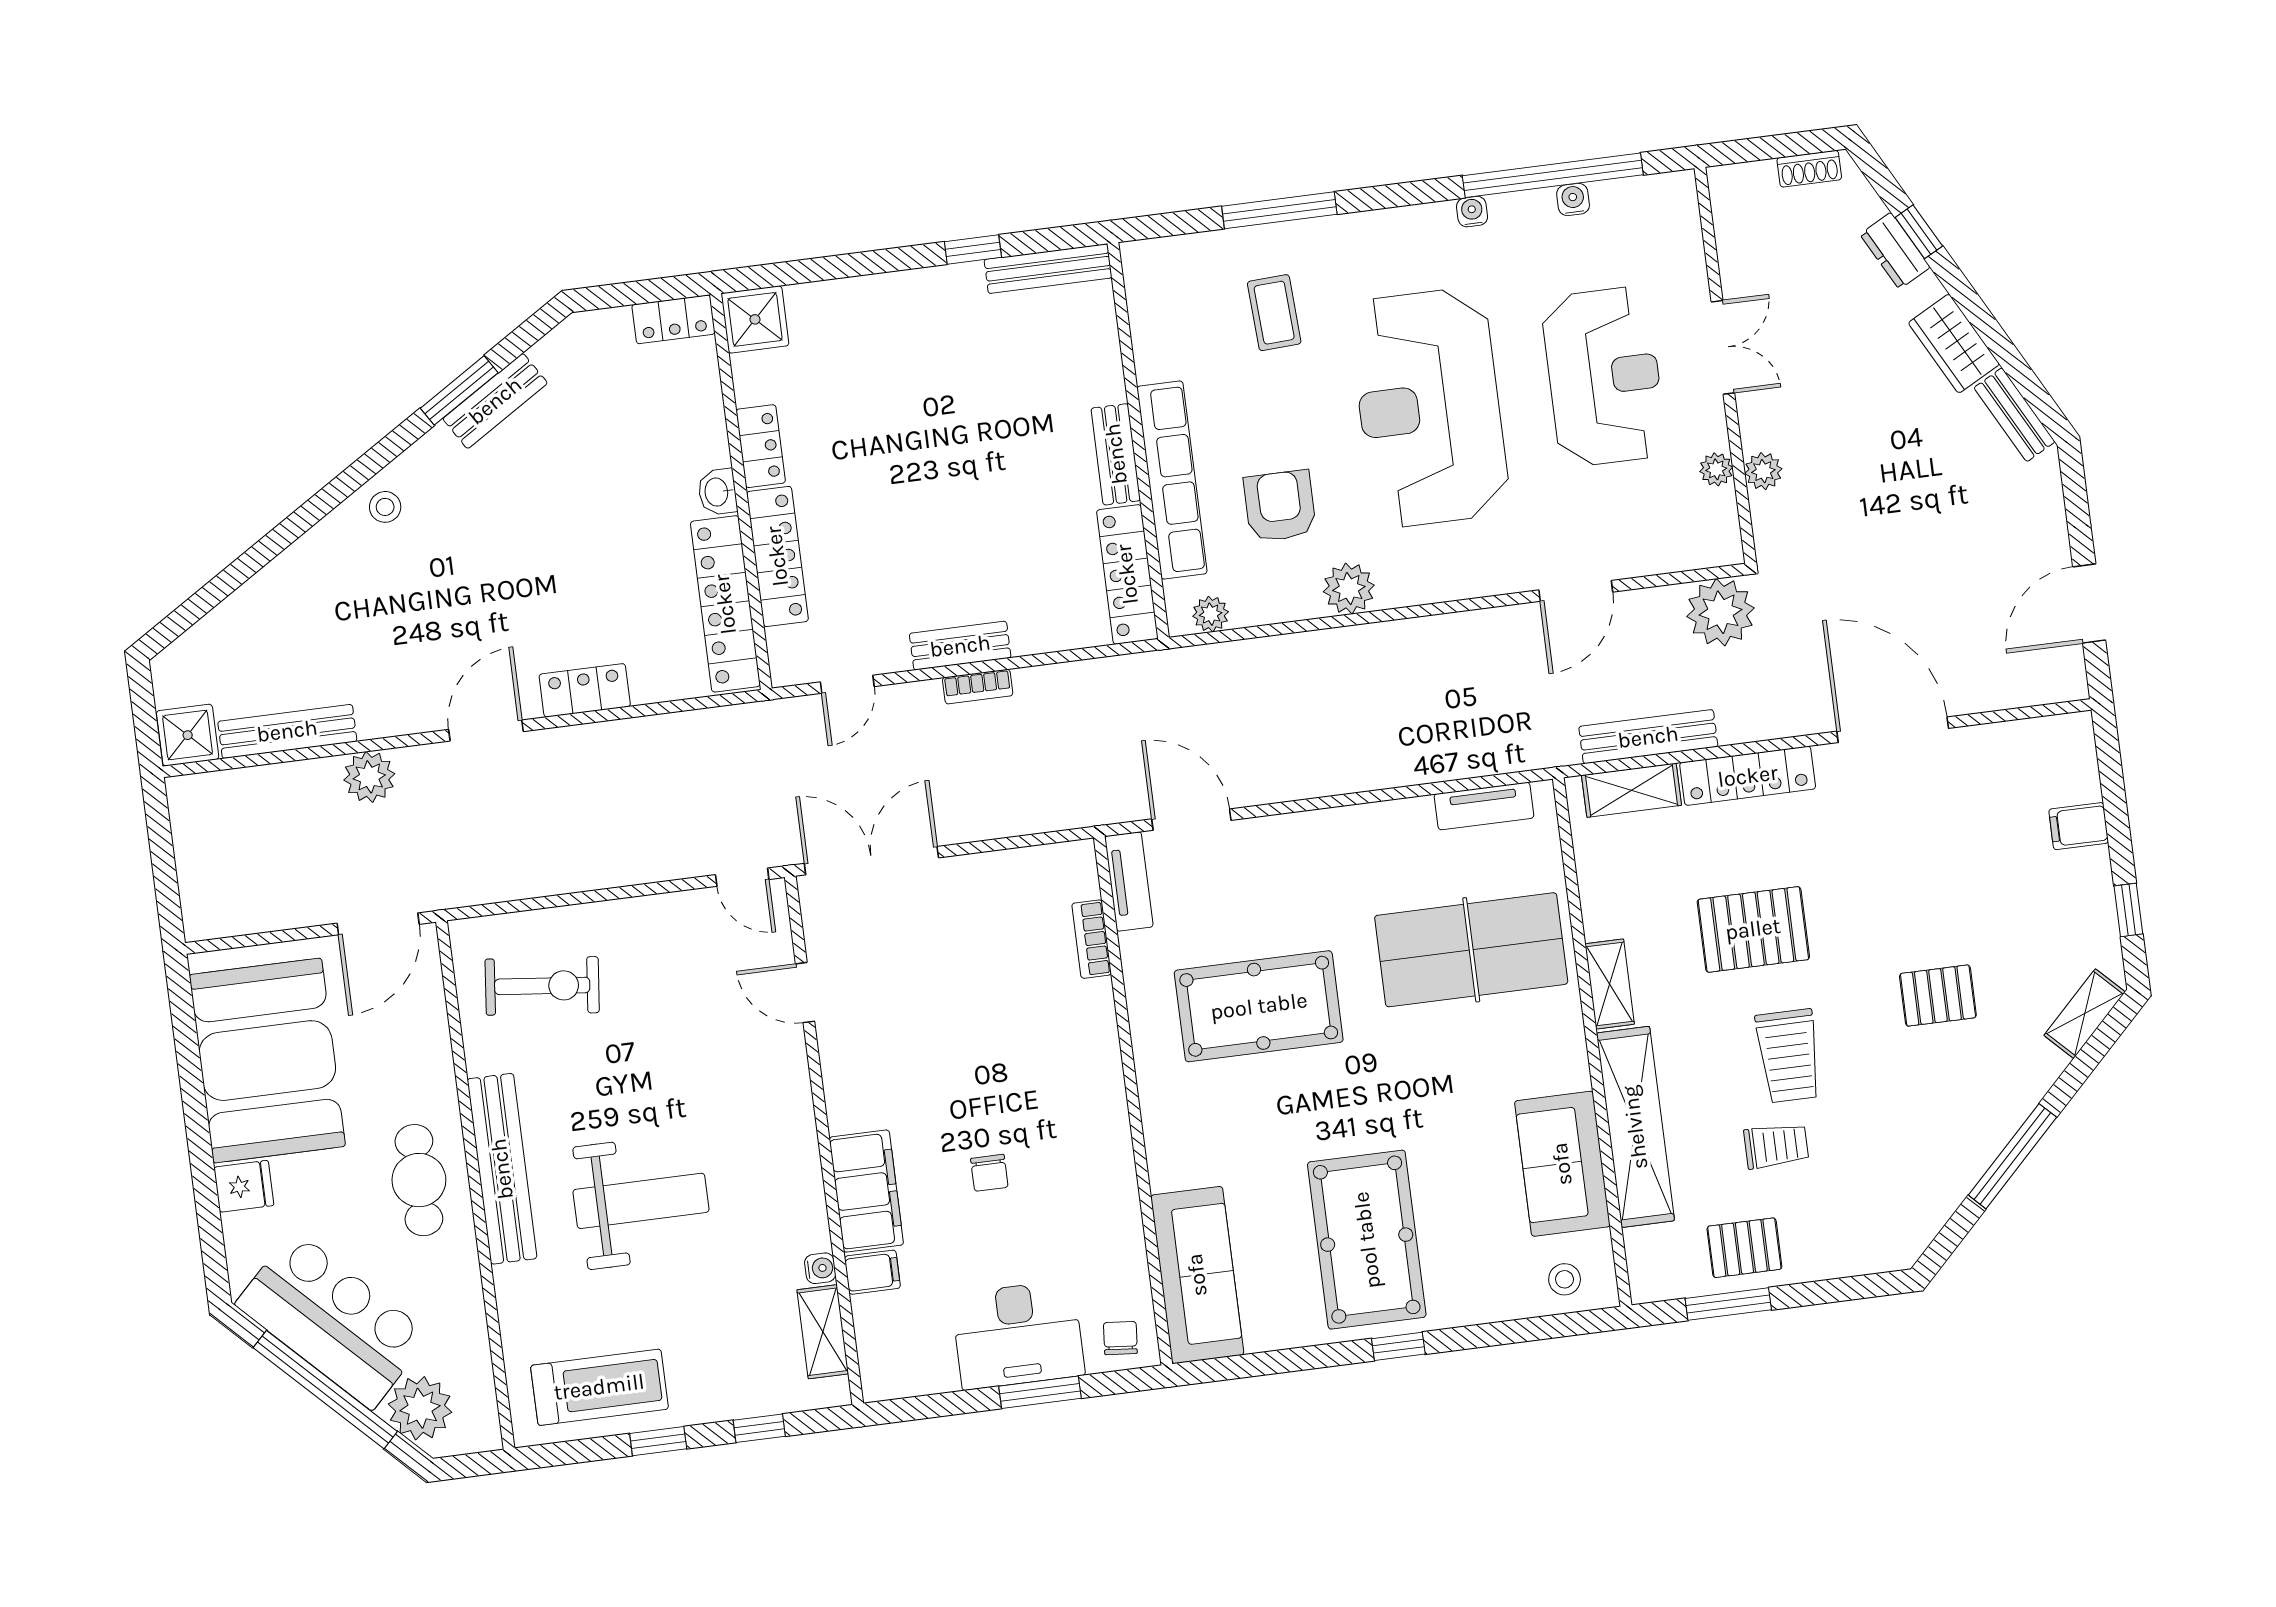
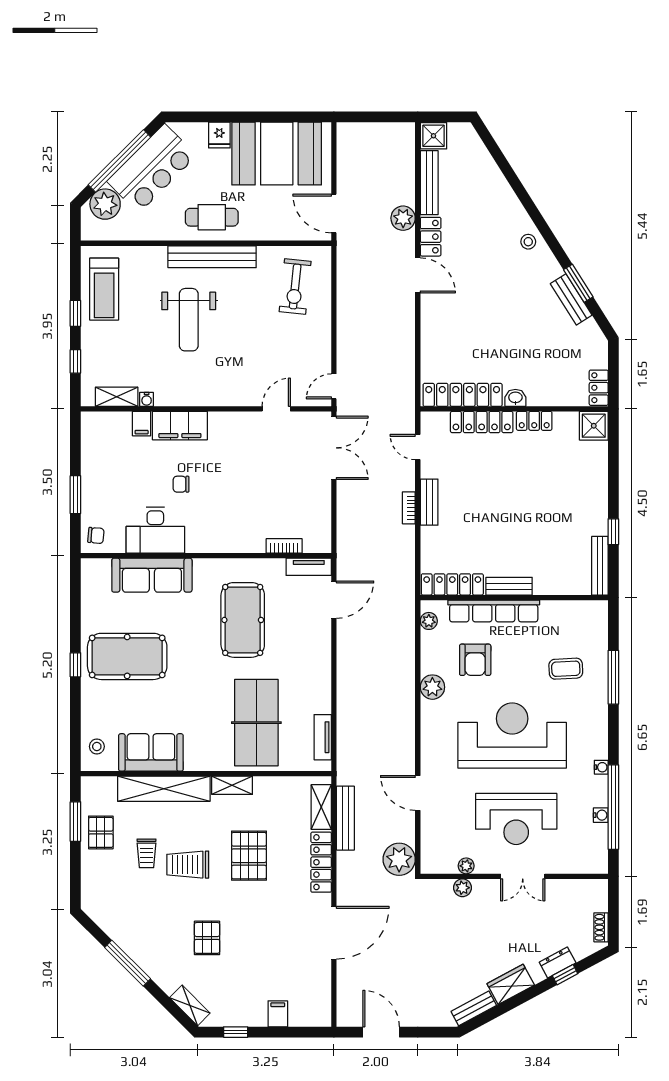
armchair: (1280, 506) -> (475, 660), turned 90
locker: (585, 690) -> (431, 237), moved
sofa: (1197, 1275) -> (152, 575), moved
desk: (1018, 1335) -> (155, 530), moved, turned -90

